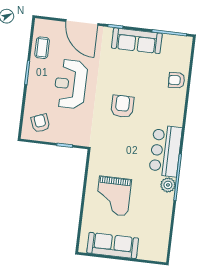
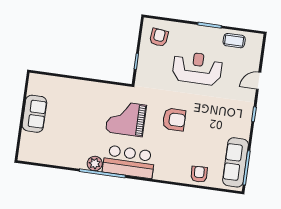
door: (82, 22) -> (259, 81), width x0.53
sofa: (137, 41) -> (236, 162), moved
armchair: (40, 123) -> (159, 37), turned -63
grand piano: (113, 196) -> (126, 119), moved
sofa: (113, 245) -> (34, 114), width x0.73

